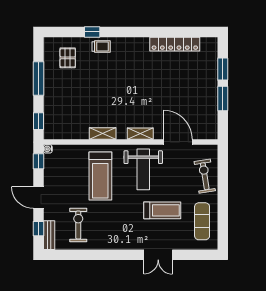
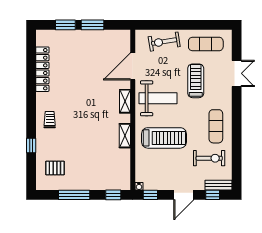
trolley: (101, 46) -> (50, 120), moved
exercise bike: (78, 225) -> (209, 158), turned 180
exercise mat: (113, 232) -> (216, 126), added
double door: (158, 255) -> (237, 73), moved

